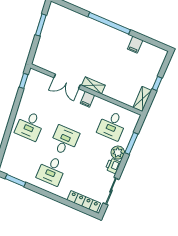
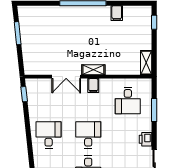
window: (157, 83) -> (154, 22), moved
desk: (30, 126) -> (49, 135), turned 180
plant: (118, 153) -> (145, 124), removed

